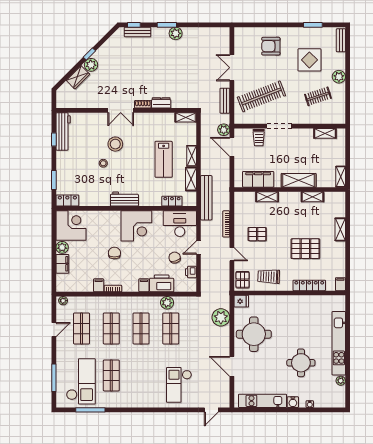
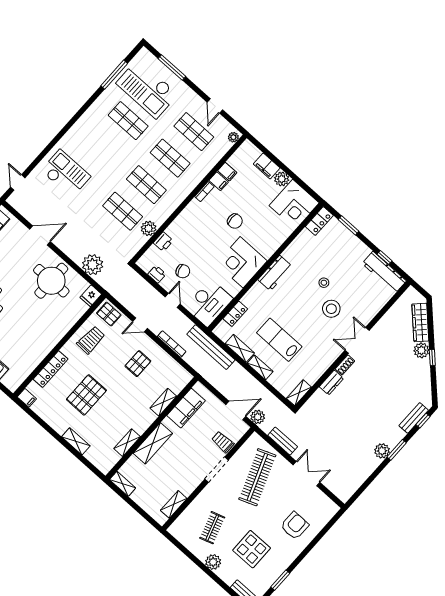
wardrobe: (78, 77) -> (420, 322), width x1.50
printer: (162, 283) -> (163, 242), width x0.53, depth x0.68
filing cabinet: (144, 285) -> (227, 172), moved

